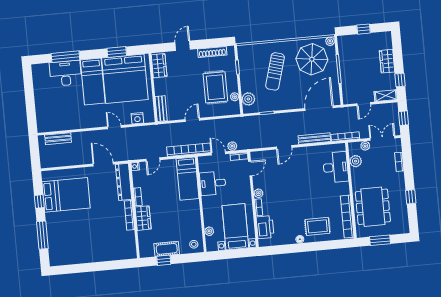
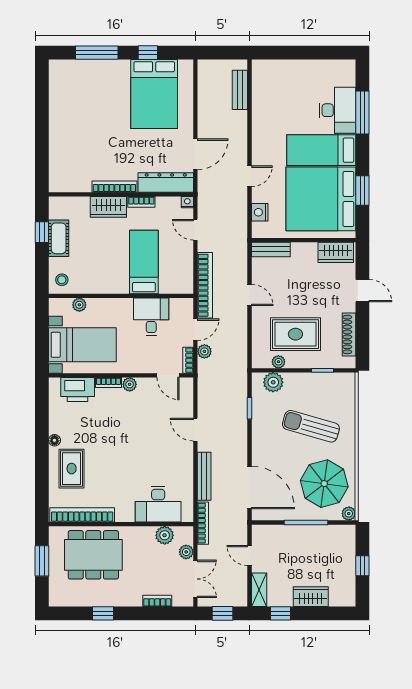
bed: (188, 179) -> (144, 262), moved, turned 90

